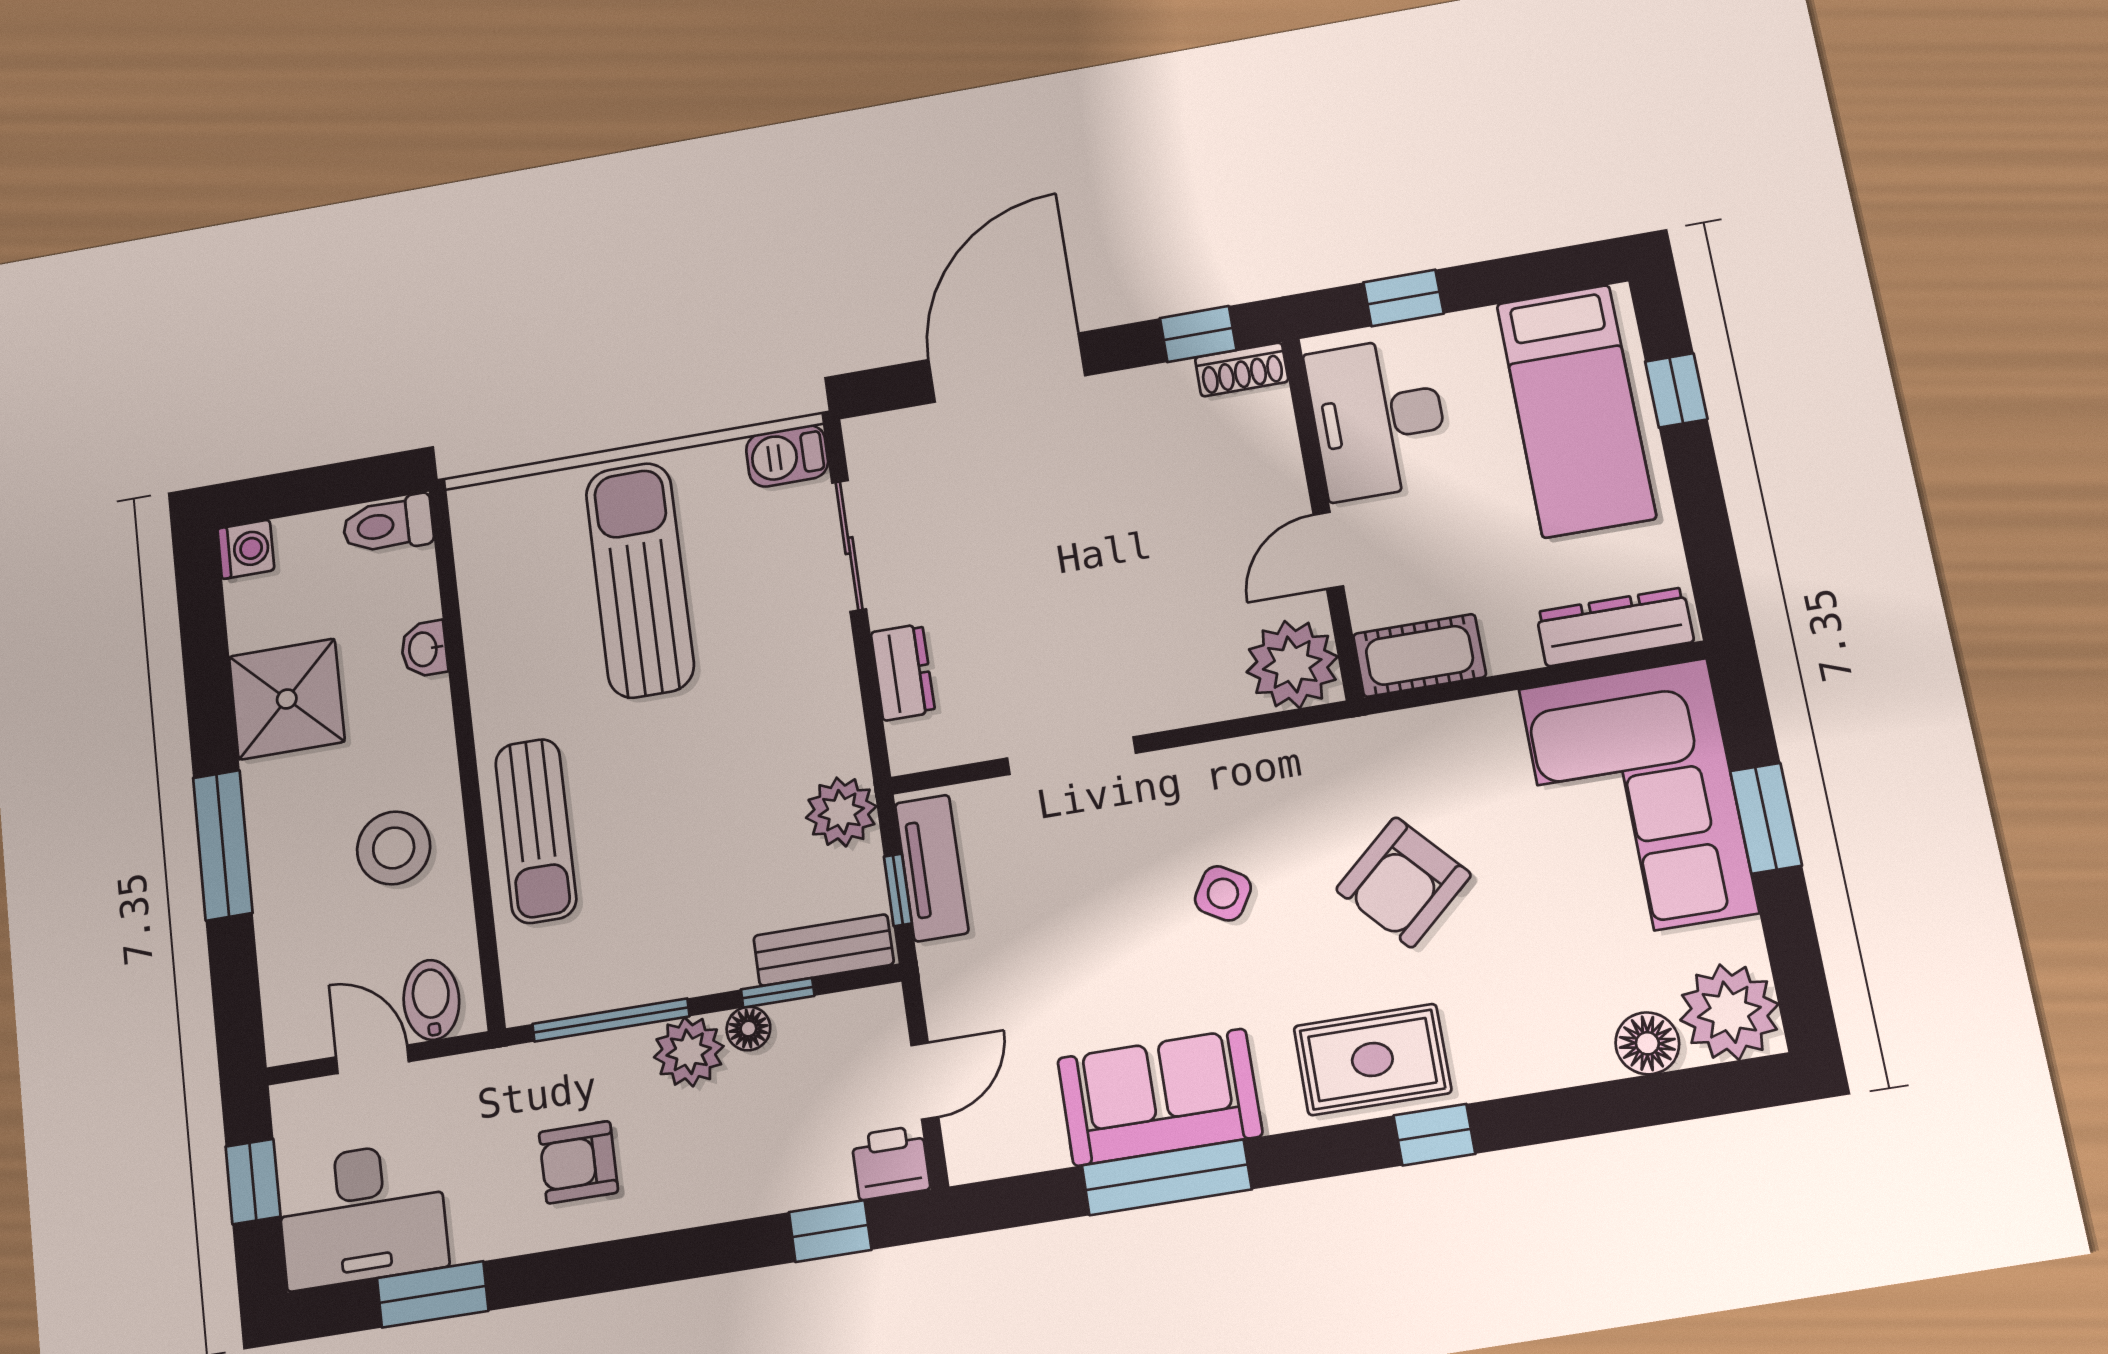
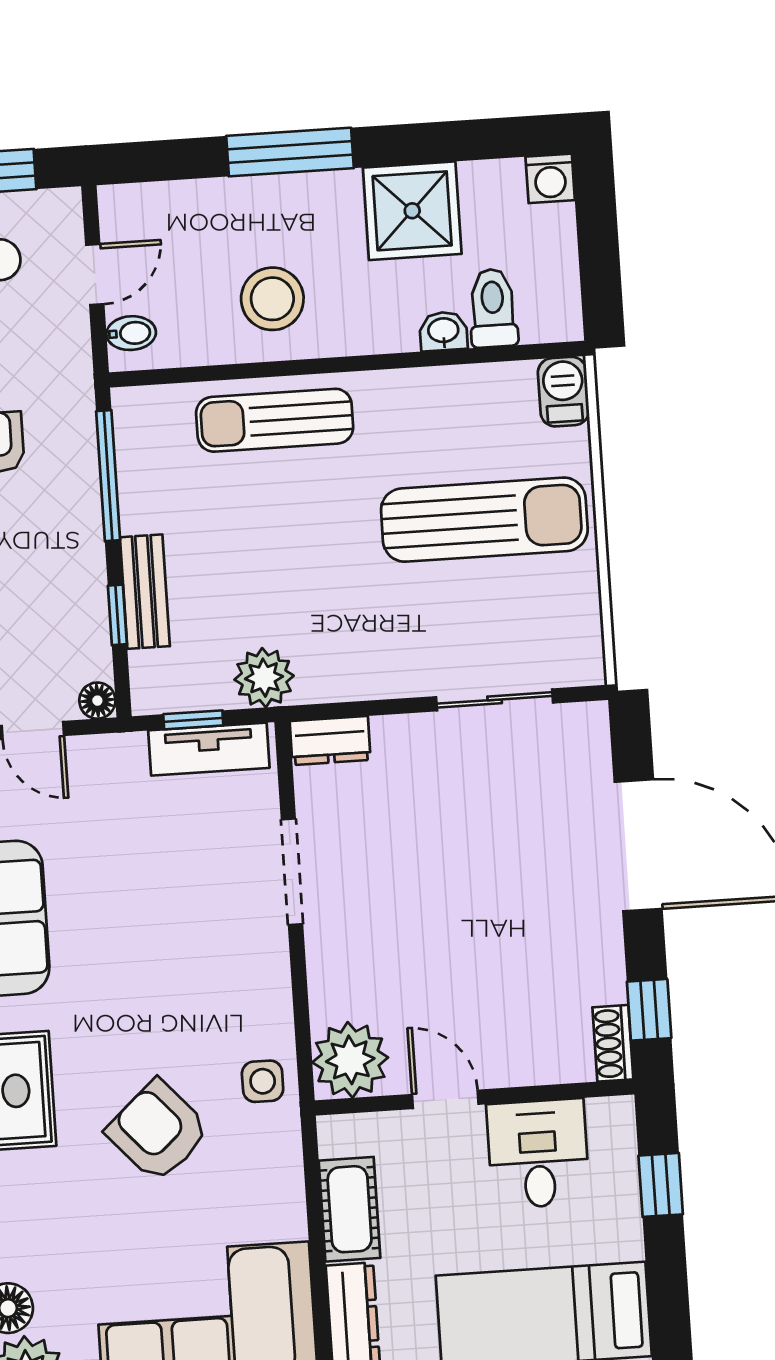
desk: (1378, 418) -> (538, 1154), width x0.73
barbecue: (787, 456) -> (563, 392), moved
toilet: (388, 525) -> (493, 308), moved
cot: (1419, 655) -> (350, 1209), moved
dresser: (903, 672) -> (330, 741), moved
side table: (1223, 893) -> (263, 1081), moved, turned -31
bench: (824, 950) -> (145, 592), moved
bidet: (431, 1000) -> (131, 333), width x0.72, depth x0.74
floor lamp: (748, 1029) -> (97, 701), moved
plant: (689, 1052) -> (76, 539), removed

